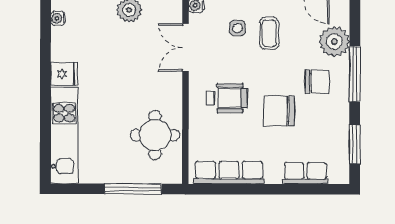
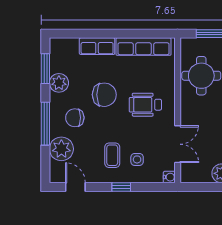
plant: (337, 126) -> (59, 83), added
row of seats: (305, 173) -> (97, 46), moved

